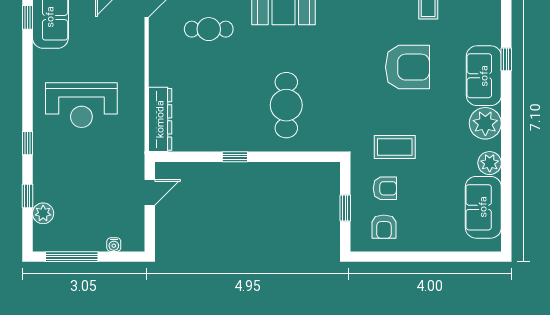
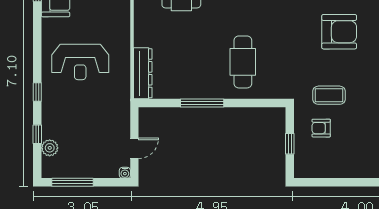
window: (235, 157) -> (202, 103), width x2.17
armchair: (385, 188) -> (321, 128), turned 180
door: (150, 192) -> (134, 148), moved
armchair: (384, 227) -> (320, 158), removed
water cooler: (114, 245) -> (125, 173), moved

